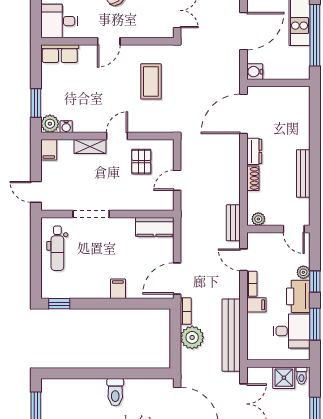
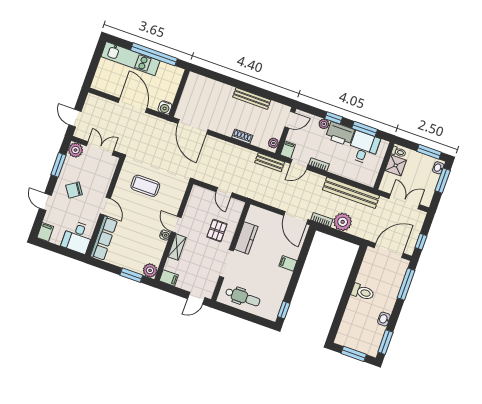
row of seats: (60, 54) -> (104, 238), width x1.48
water cooler: (66, 127) -> (165, 235), moved
dresser: (254, 151) -> (223, 128), removed
pallet: (141, 162) -> (217, 231), moved, turned 90
kitchen counter: (155, 227) -> (246, 238), moved
filing cabinet: (256, 305) -> (288, 150), moved

